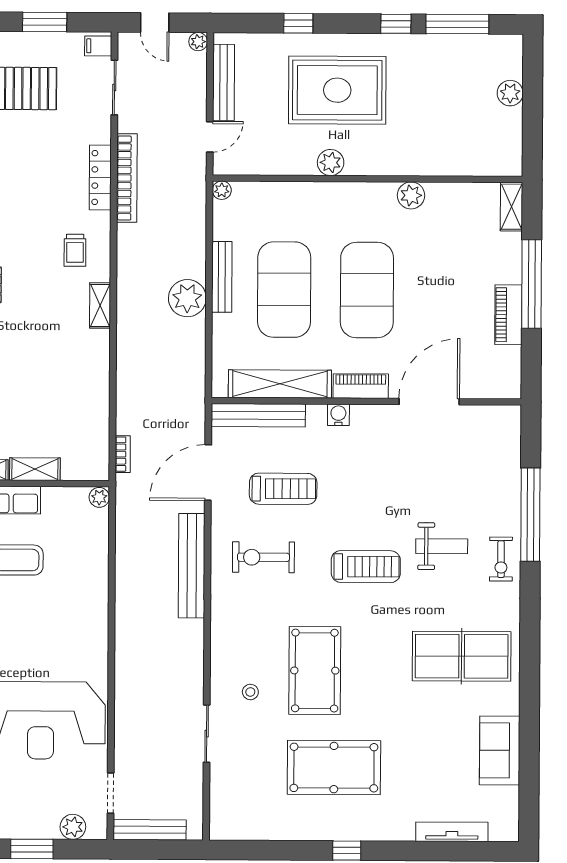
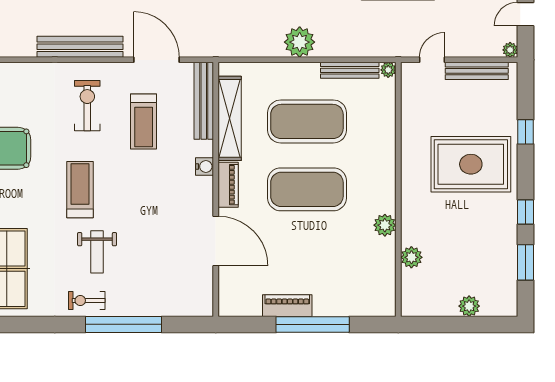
window: (457, 24) -> (526, 262), width x0.69
rug: (337, 90) -> (471, 164), turned 90
door: (210, 137) -> (432, 60), swing flipped
plant: (331, 162) -> (411, 257), moved
shelving: (511, 207) -> (376, 308), removed
bench: (222, 277) -> (350, 70), moved
treadmill: (366, 567) -> (80, 190), turned 180

